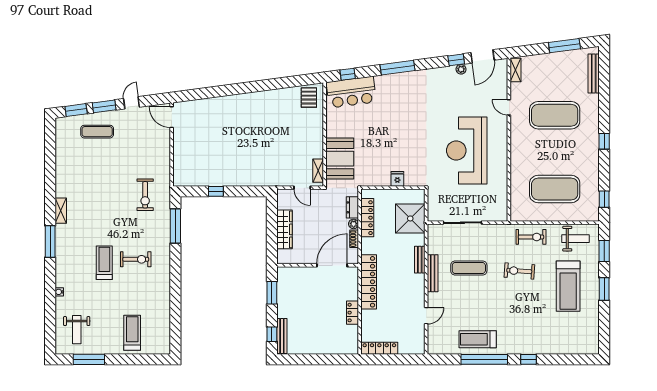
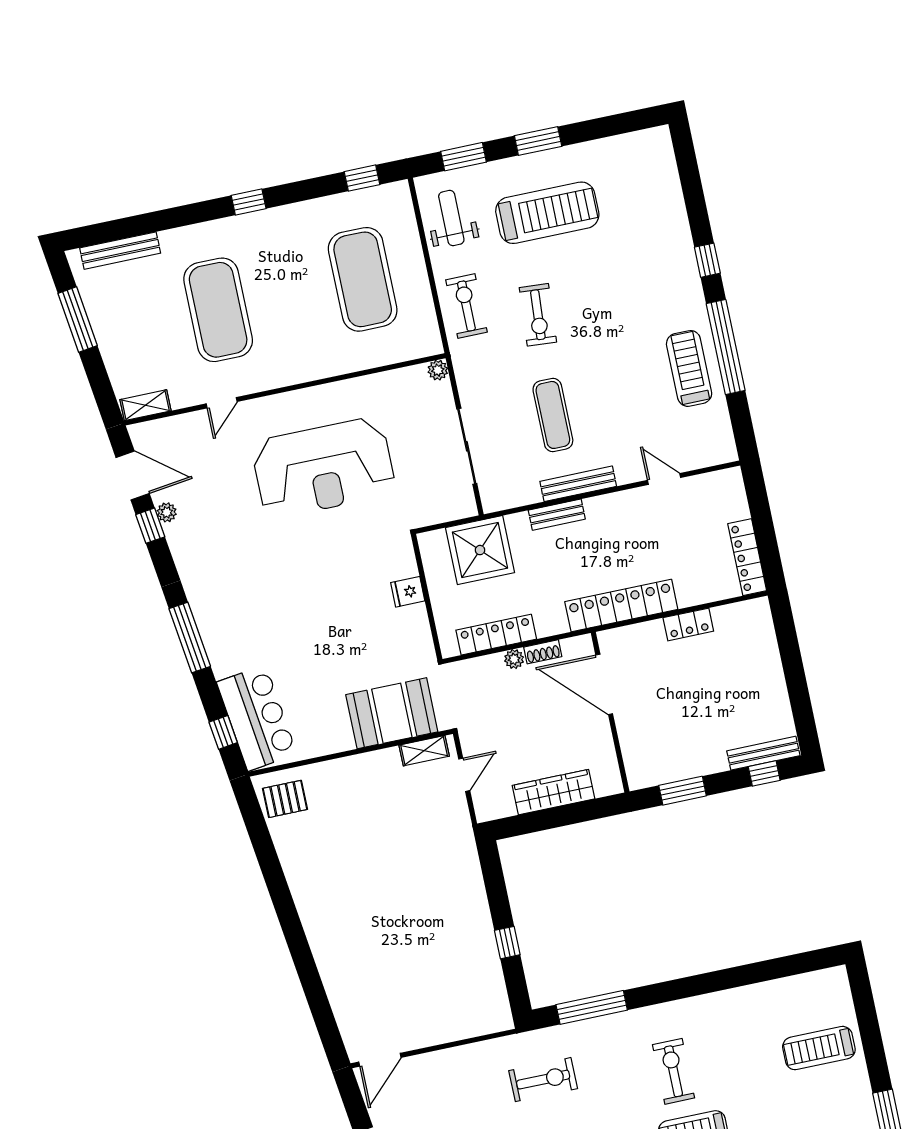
dresser: (352, 207) -> (482, 668), removed
plant: (503, 216) -> (438, 370), added
treadmill: (478, 339) -> (689, 368), turned 180

